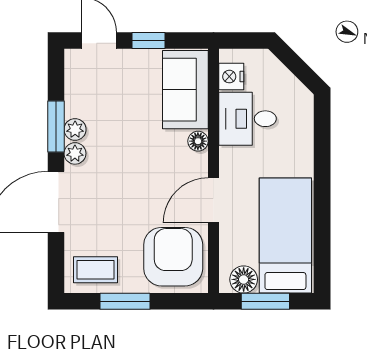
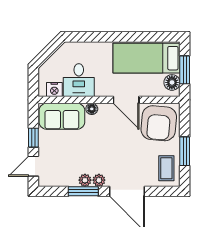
armchair: (173, 257) -> (159, 123), turned -85

